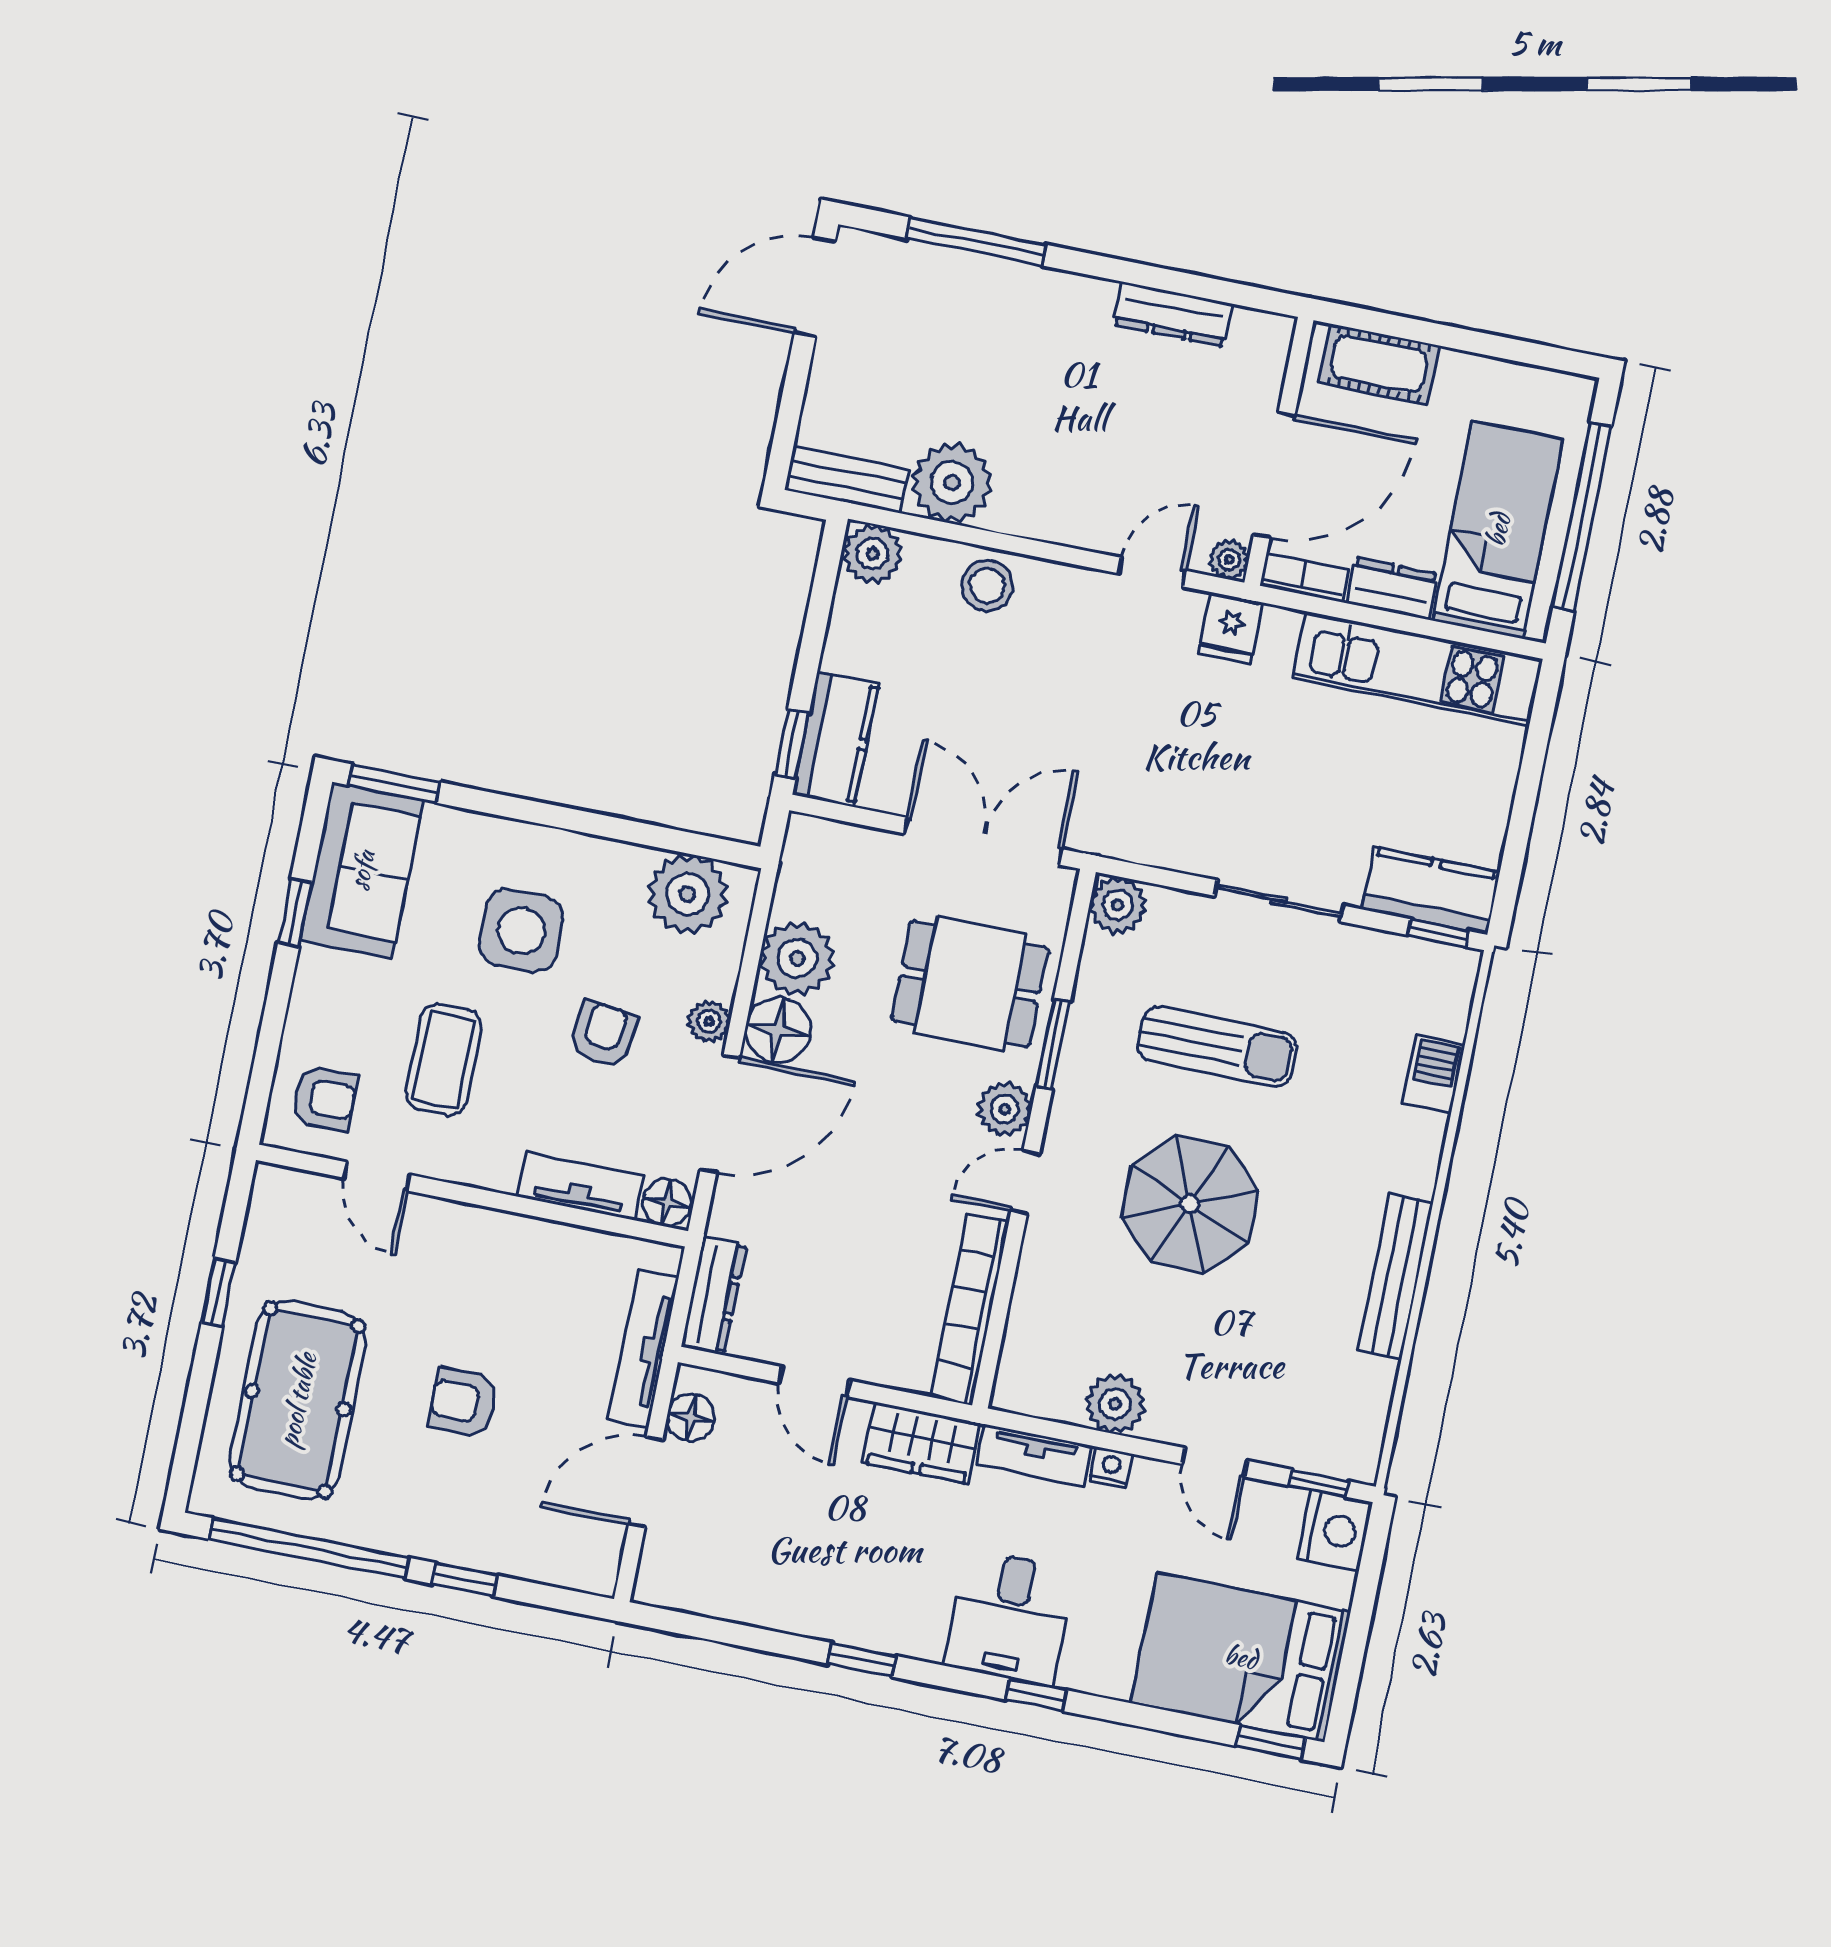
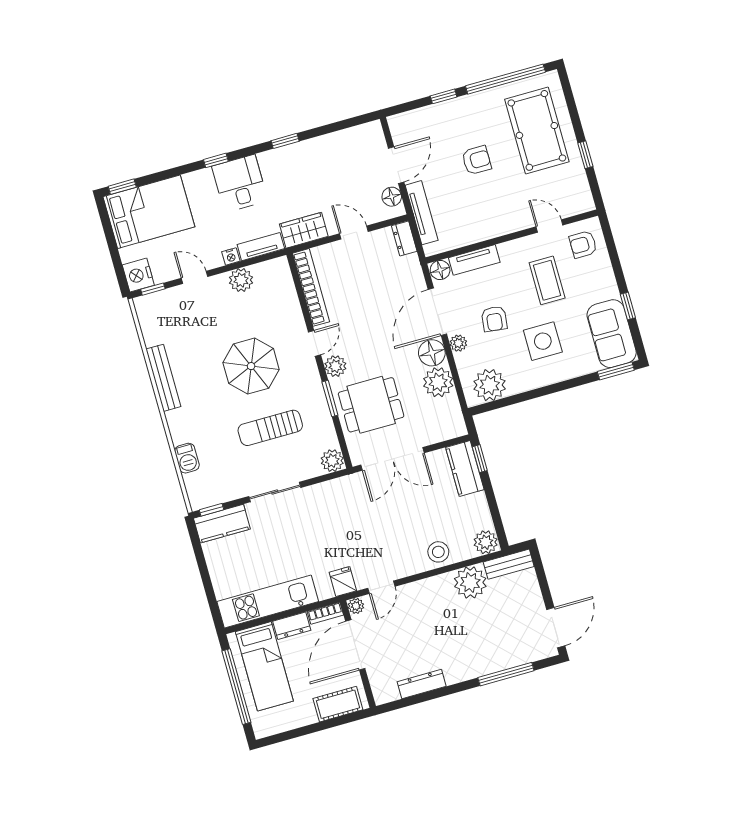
dresser: (714, 1295) -> (404, 239), width x0.70

